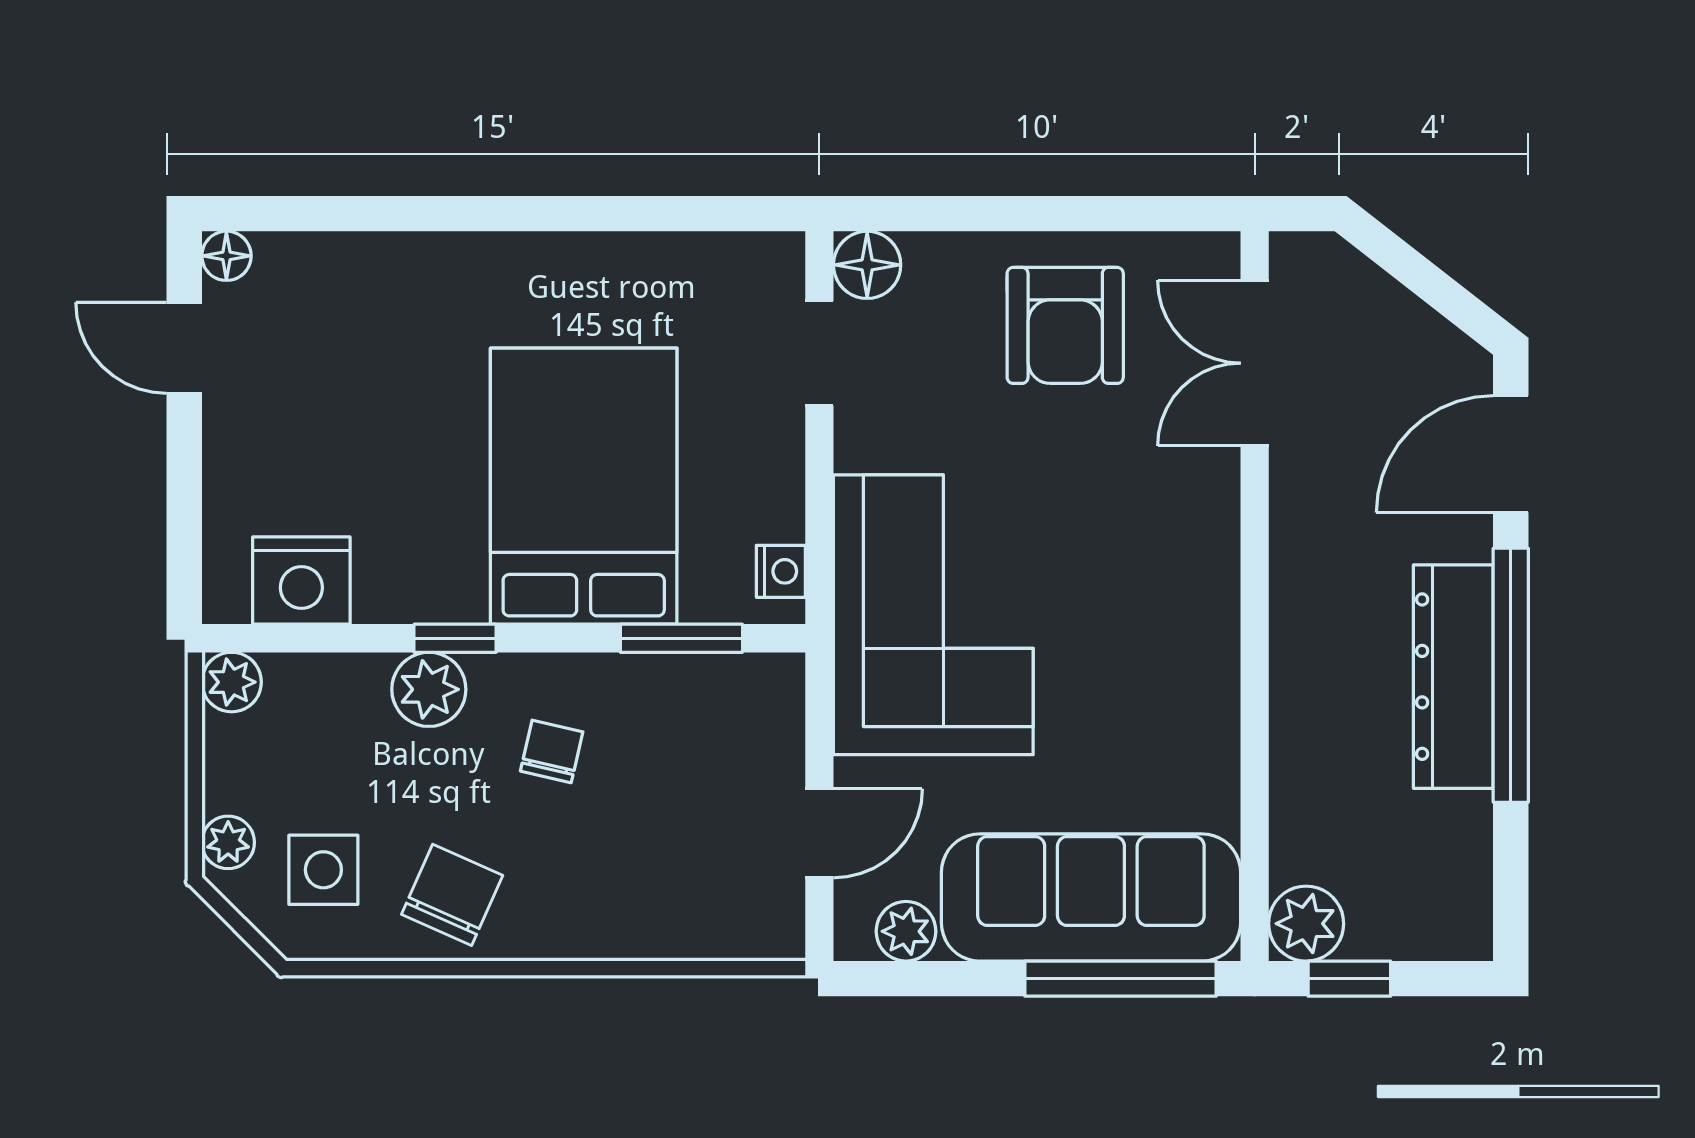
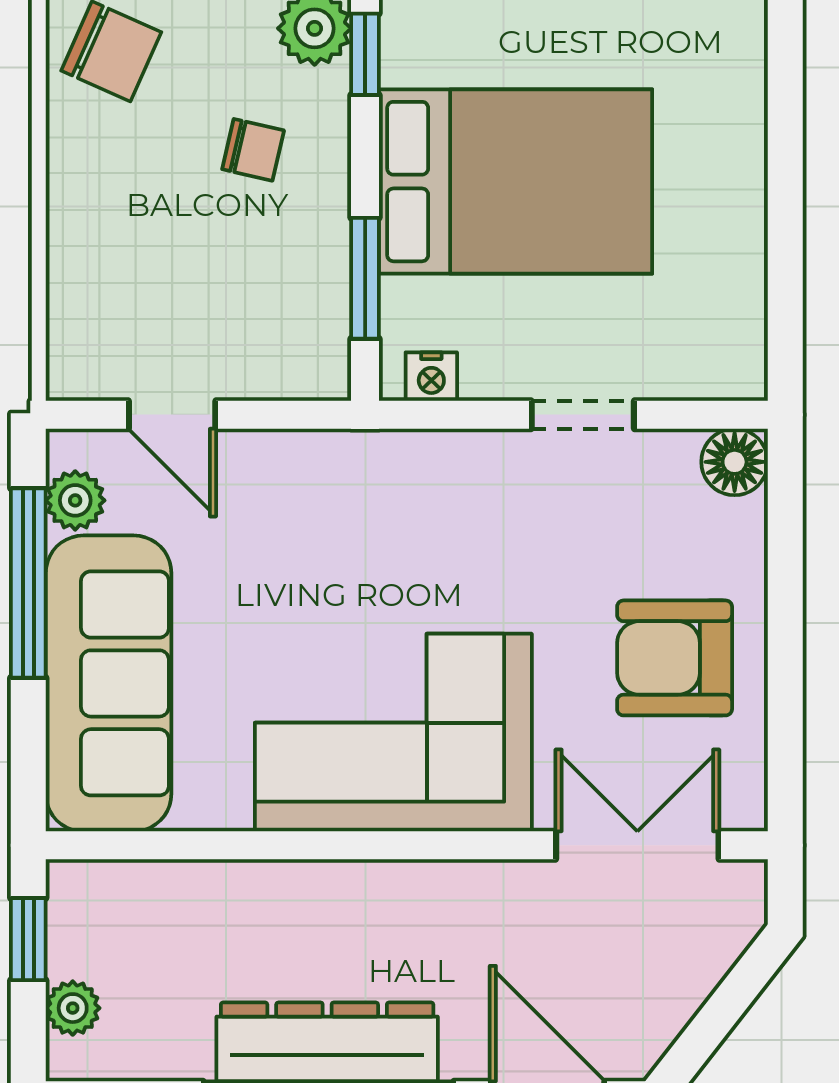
doorway: (819, 353) -> (583, 415), moved
corner sofa: (933, 615) -> (393, 733), moved, turned 180
plant: (1306, 924) -> (73, 1008), moved, width x0.73, depth x0.73
window: (1121, 979) -> (28, 583), moved

